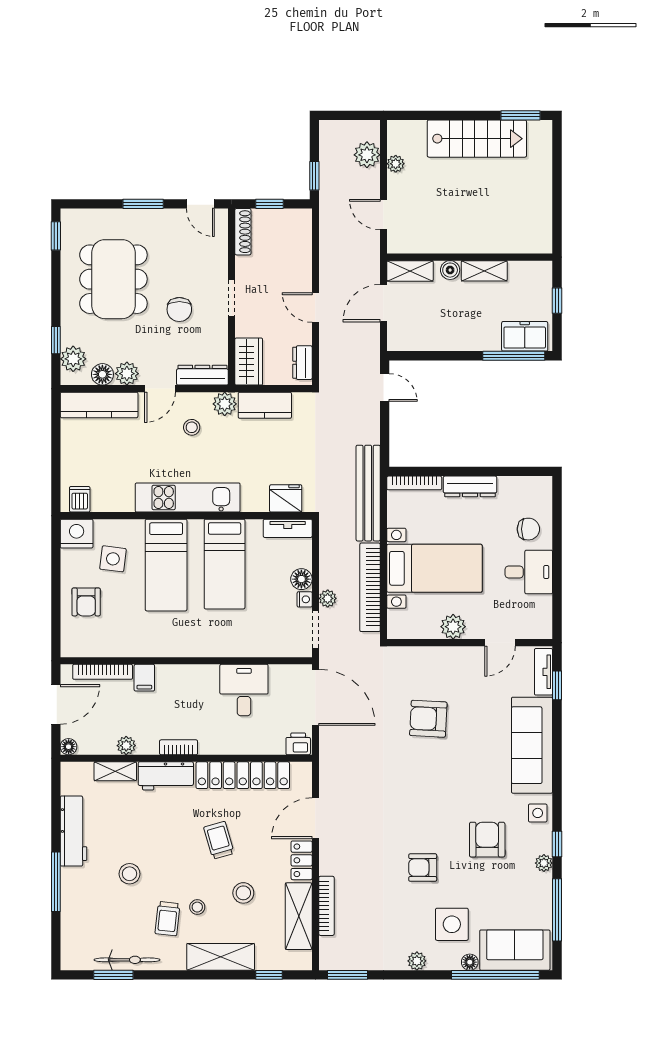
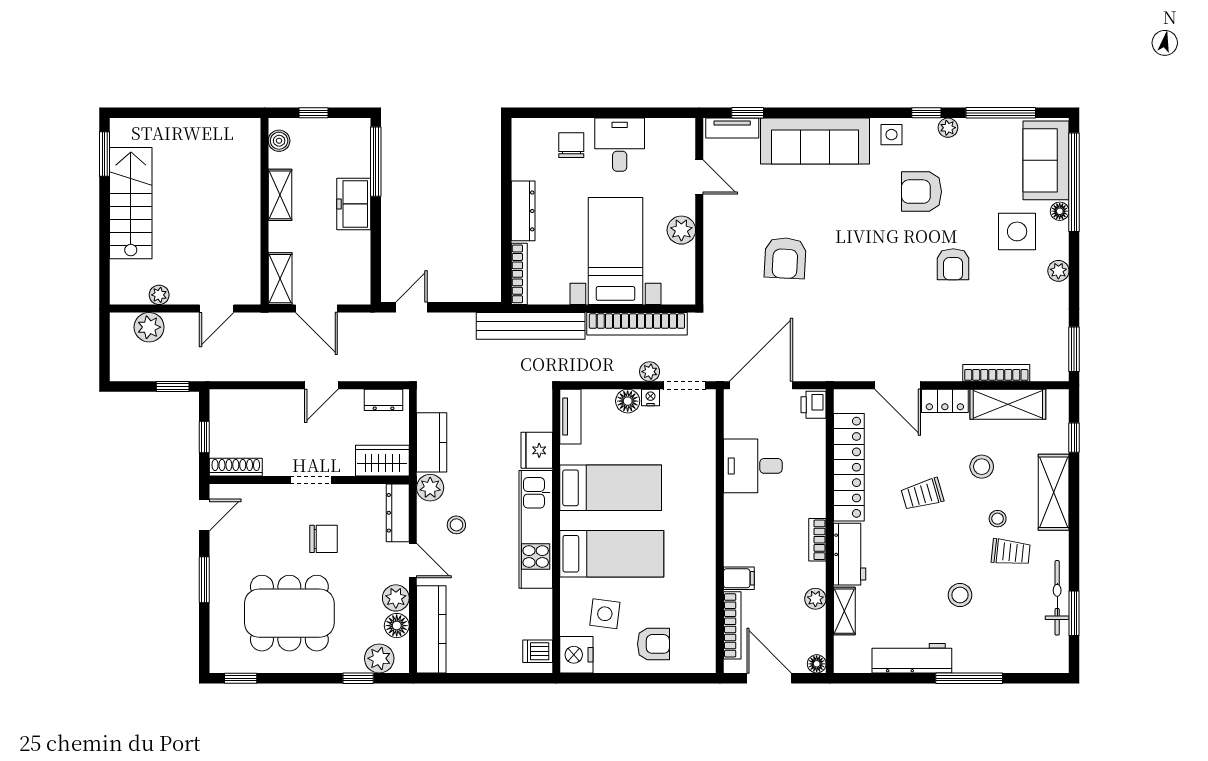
boiler: (450, 270) -> (279, 141), moved
freezer: (525, 336) -> (354, 204), moved
fridge: (286, 498) -> (537, 450), moved

